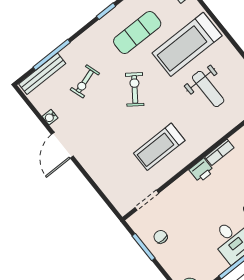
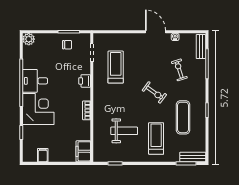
treadmill: (187, 44) -> (156, 138), width x0.73, depth x0.73
bench: (42, 74) -> (201, 47), width x0.73
weight bench: (208, 89) -> (124, 131), turned 180
treadmill: (159, 147) -> (116, 67), moved
printer: (201, 170) -> (85, 81), moved

